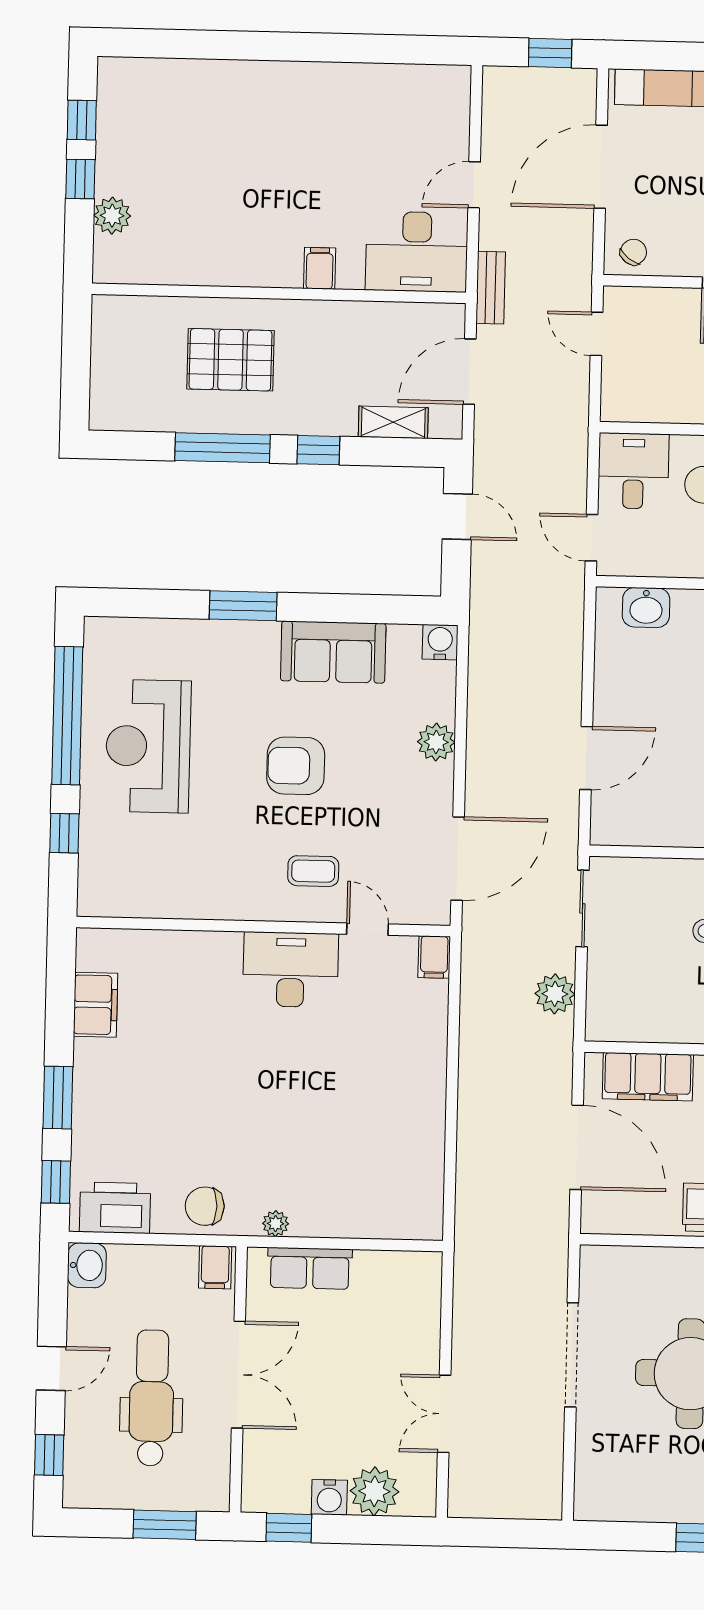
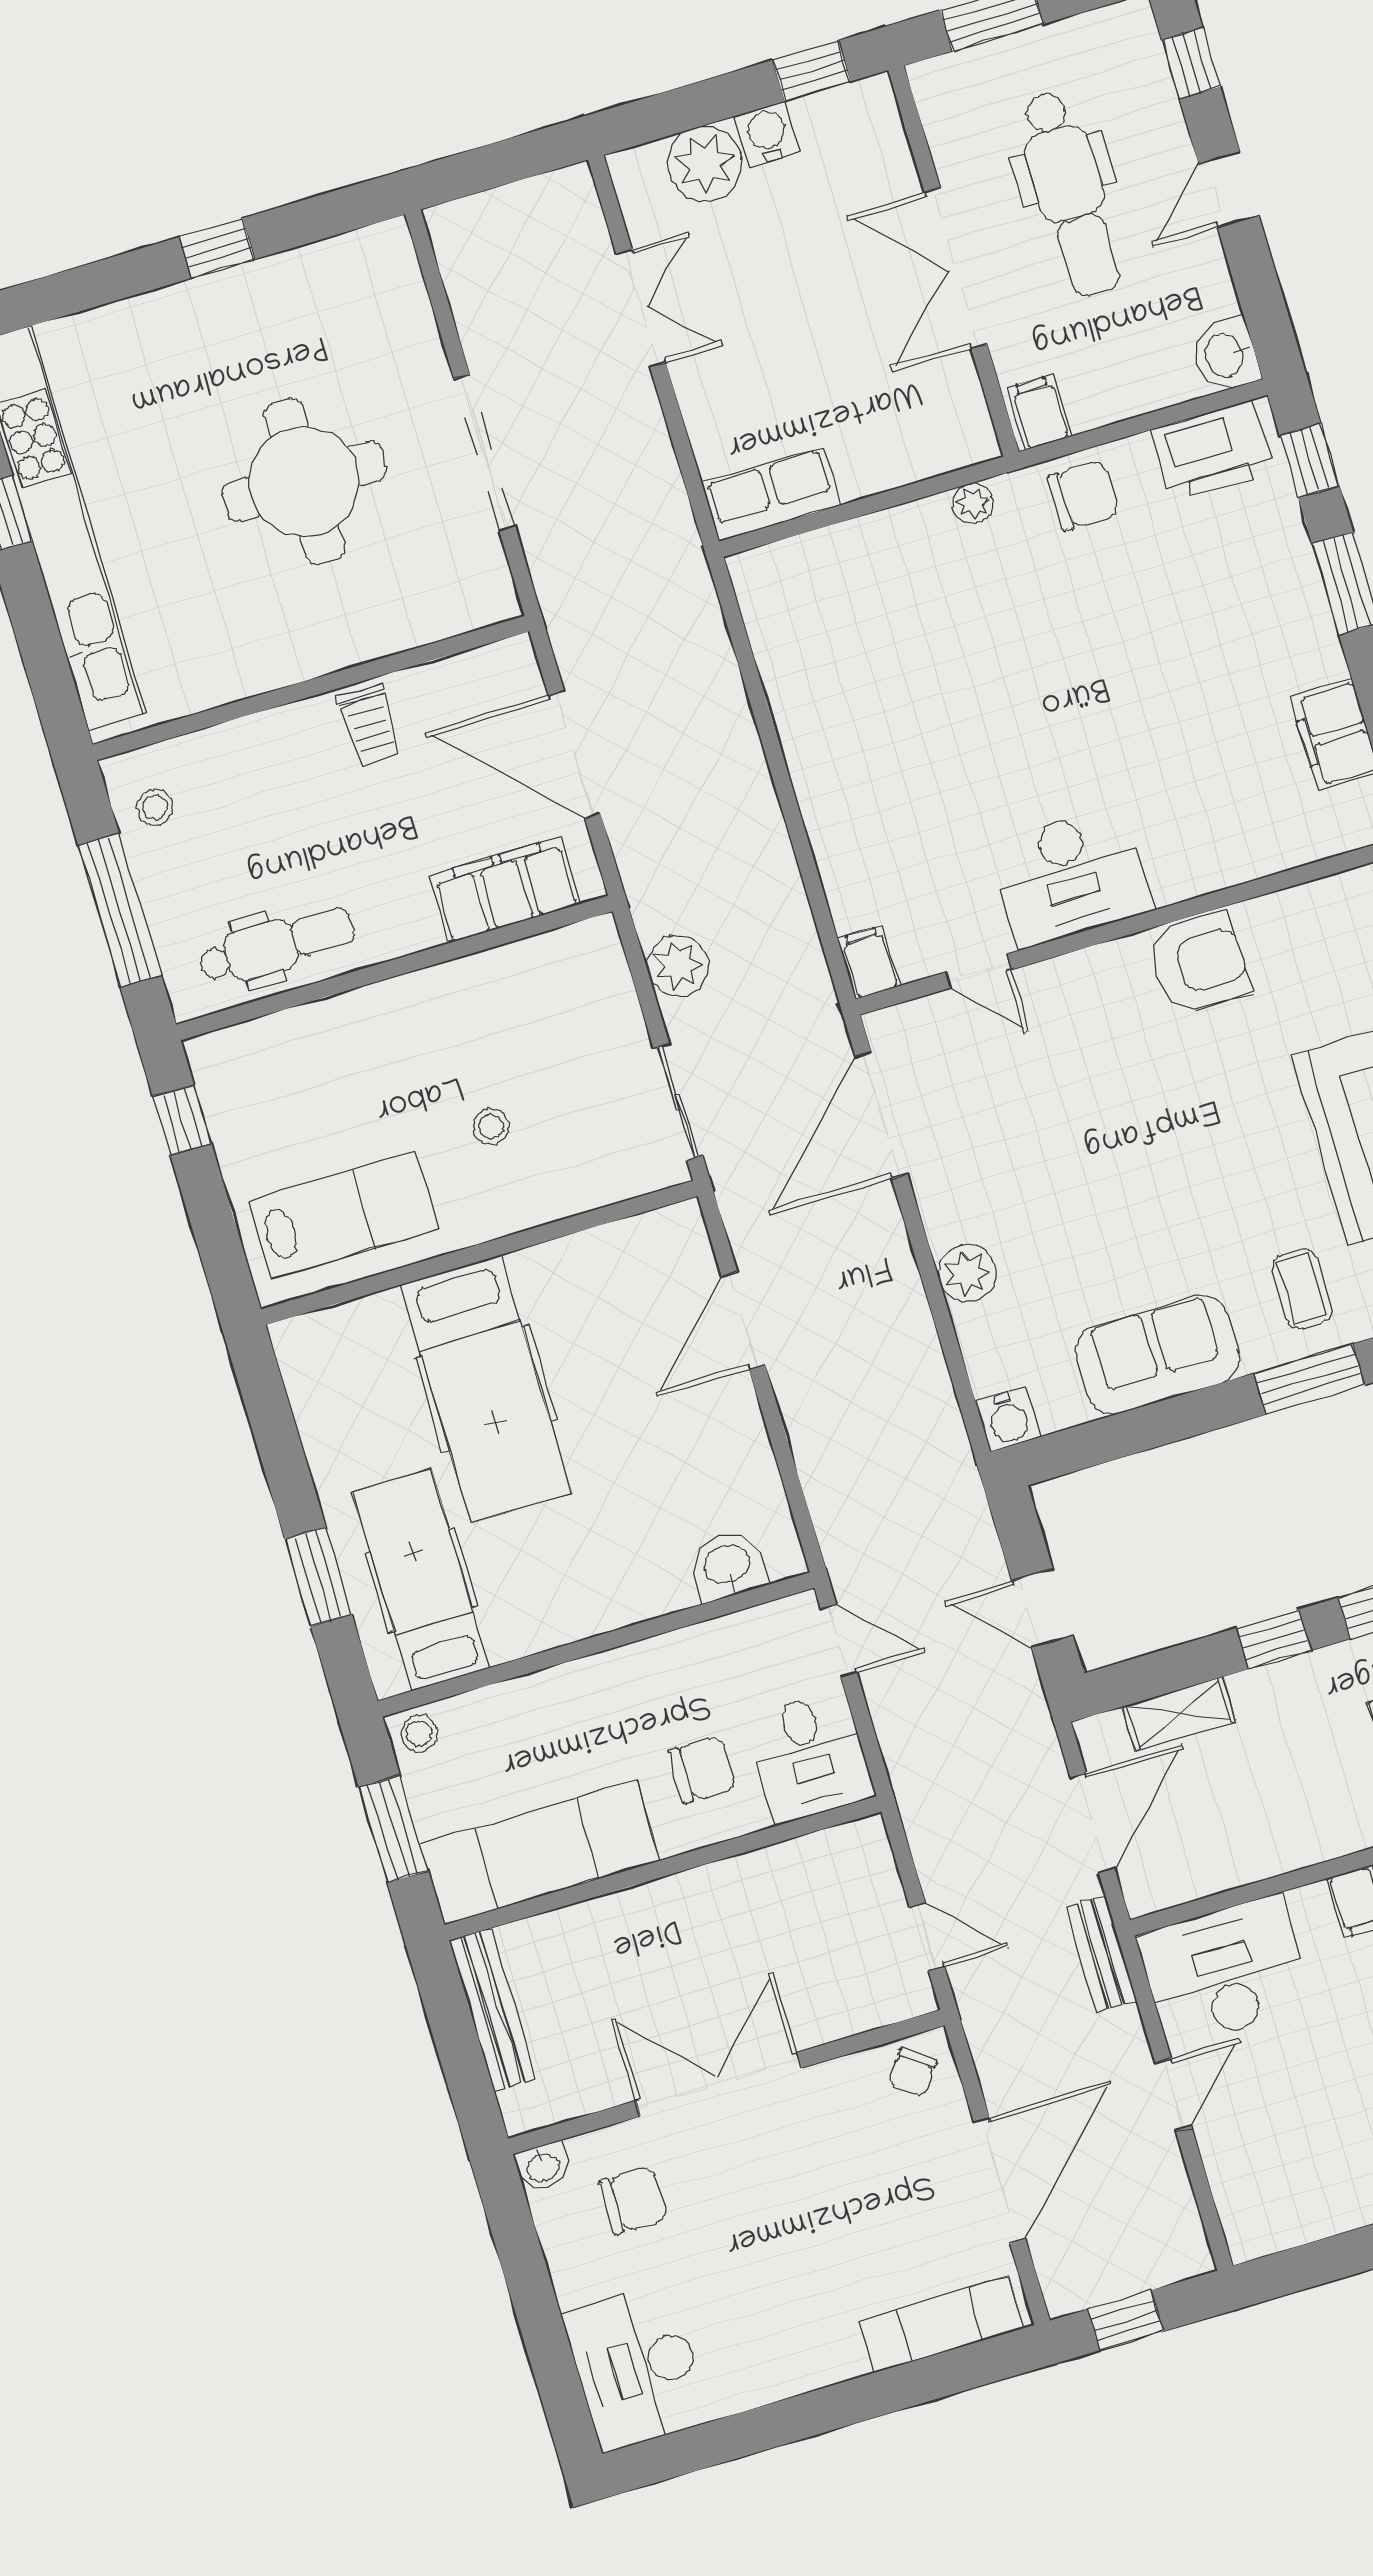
armchair: (296, 766) -> (1199, 963), moved
coffee table: (313, 871) -> (1302, 1289), moved, turned 90
row of seats: (310, 1268) -> (771, 494), moved

